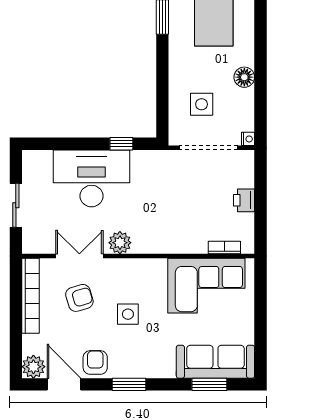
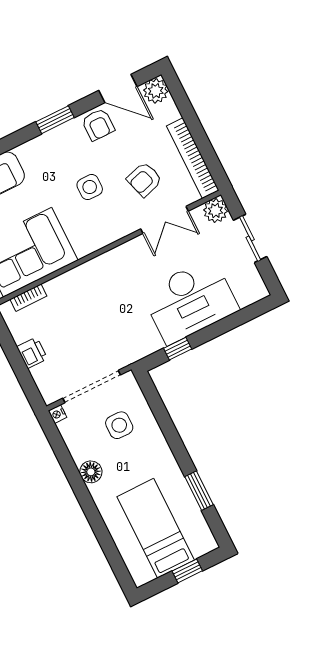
plant: (120, 243) -> (215, 211), moved

